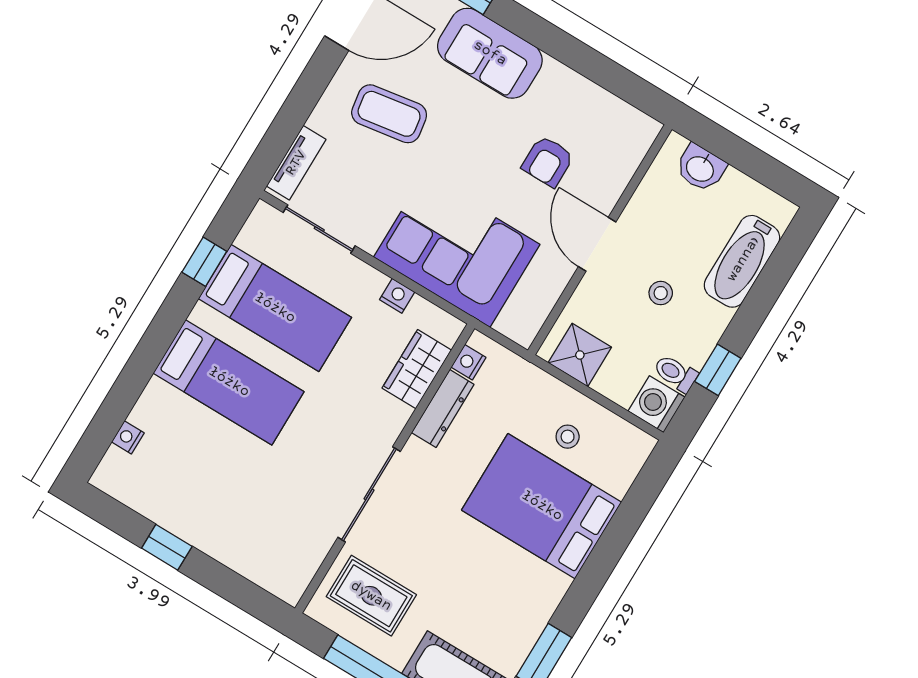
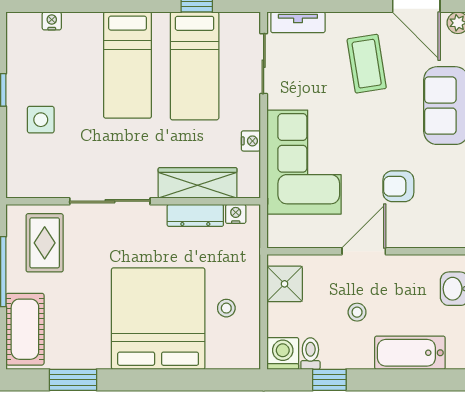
wardrobe: (417, 369) -> (198, 183), width x1.50
bed: (542, 506) -> (158, 319), width x1.36
side table: (231, 517) -> (41, 120), added

